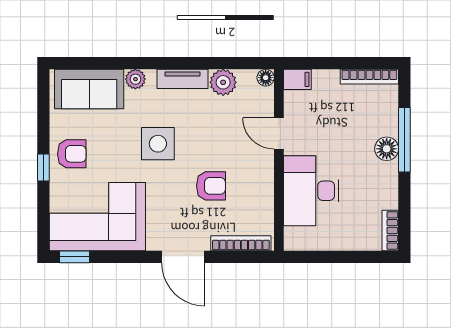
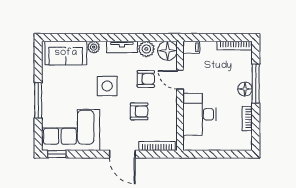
floor lamp: (266, 78) -> (168, 51), width x1.89, depth x1.89
armchair: (72, 154) -> (146, 79), moved
window: (43, 168) -> (38, 100), width x2.17
bookcase: (390, 230) -> (247, 118), moved

